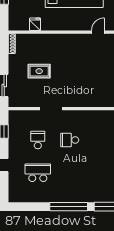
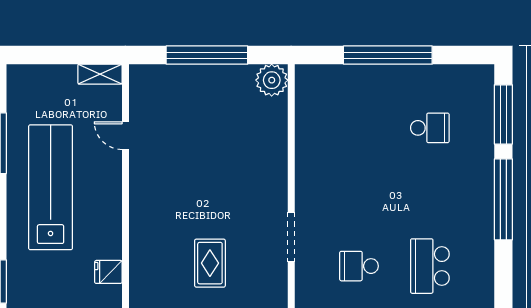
school desk: (70, 140) -> (430, 128), moved, turned -90

